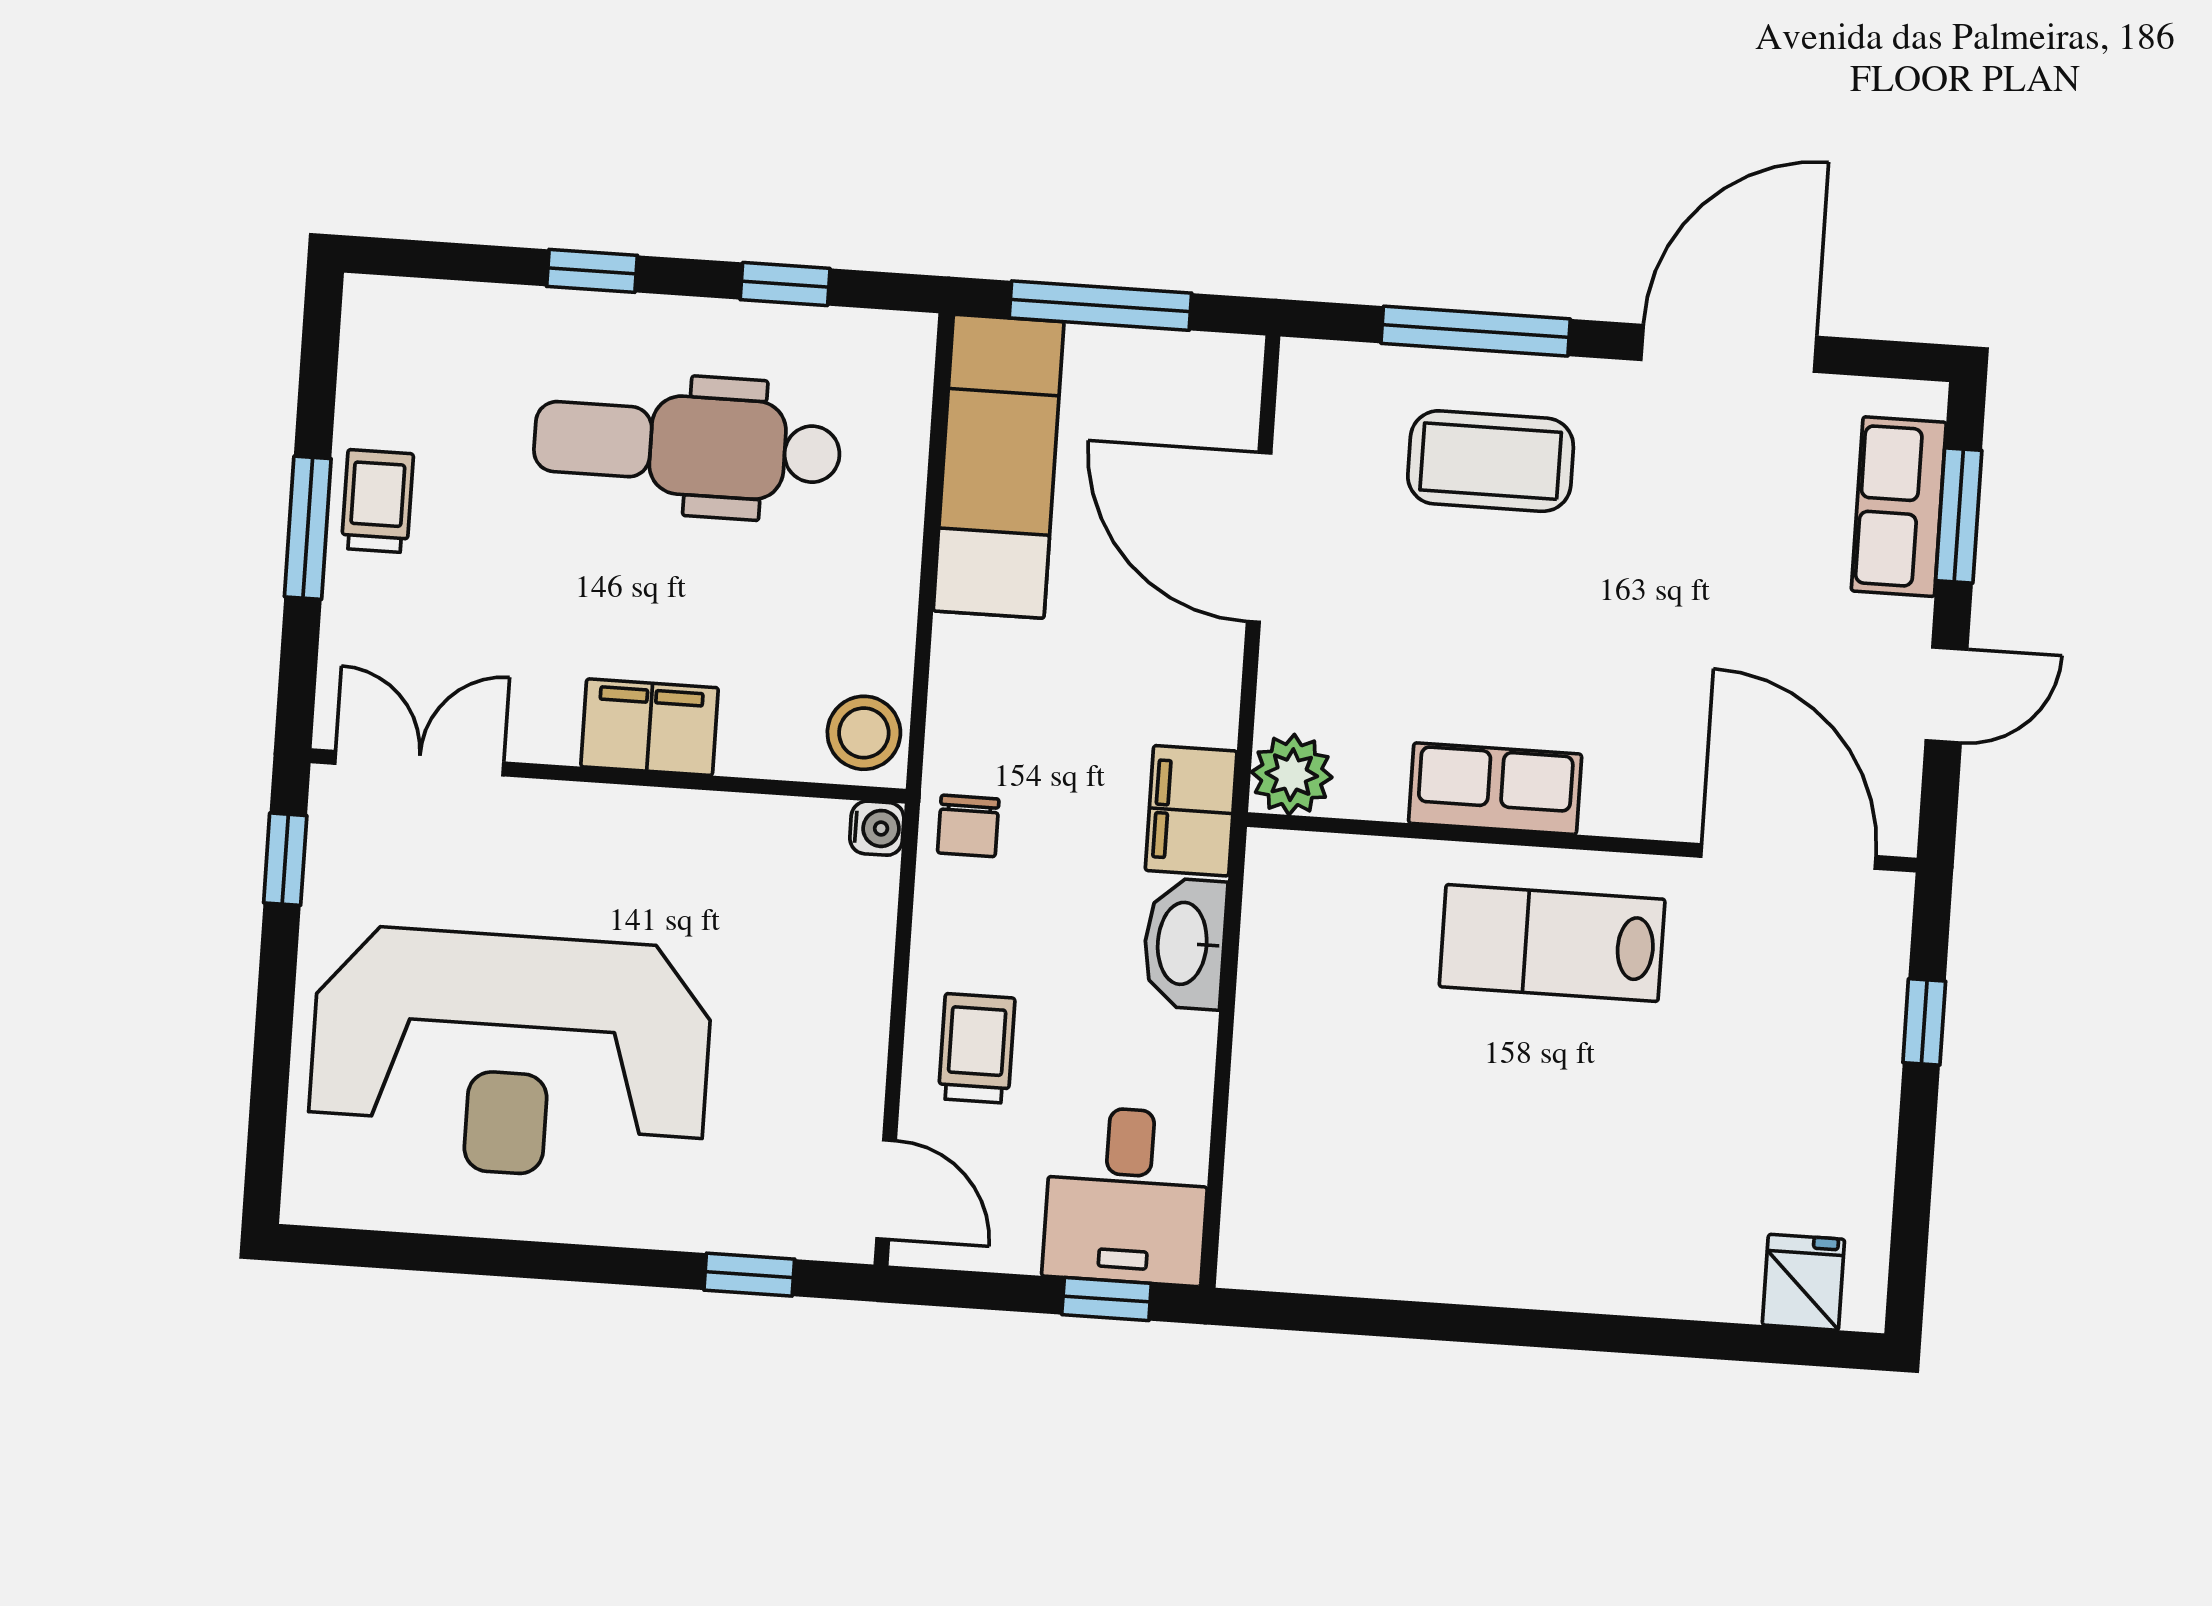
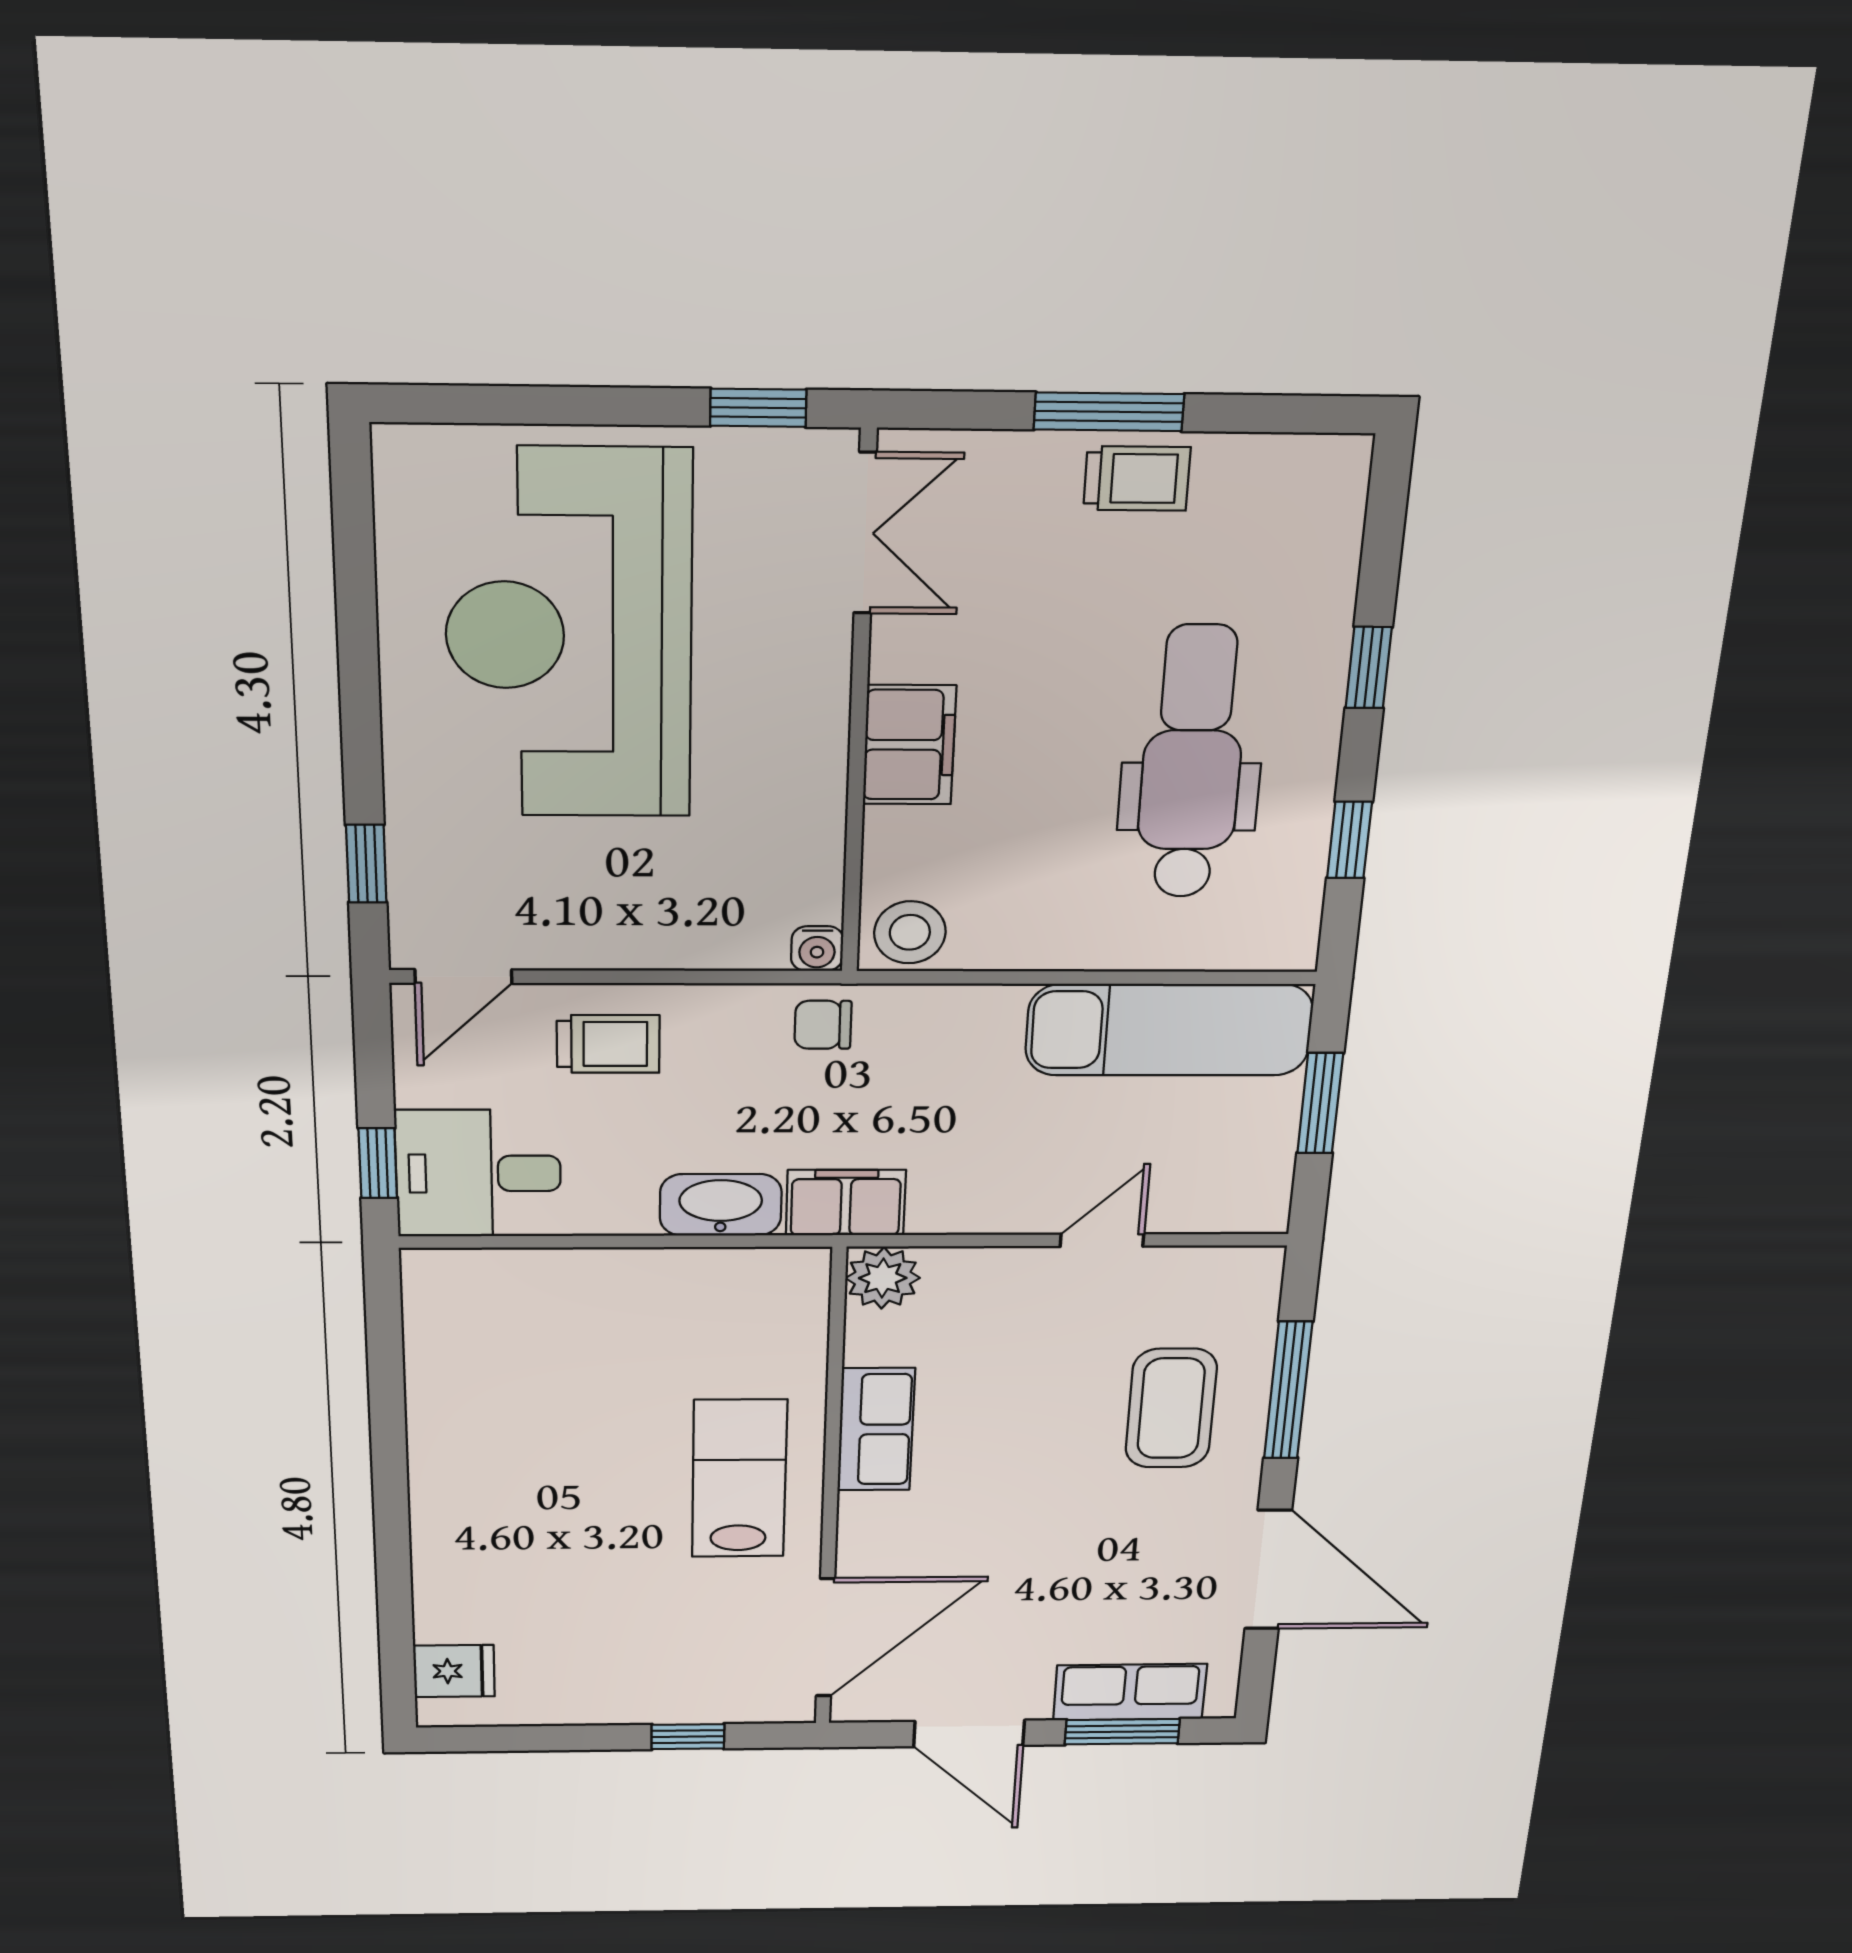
window: (1100, 306) -> (1320, 1103), width x0.69
door: (1259, 537) -> (1102, 1240), width x0.53
door: (1946, 695) -> (969, 1733), width x1.38

